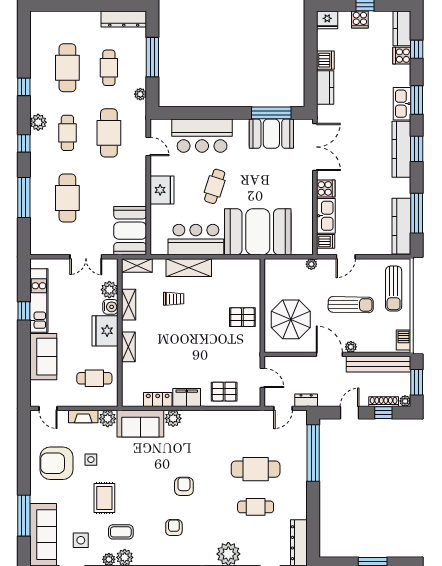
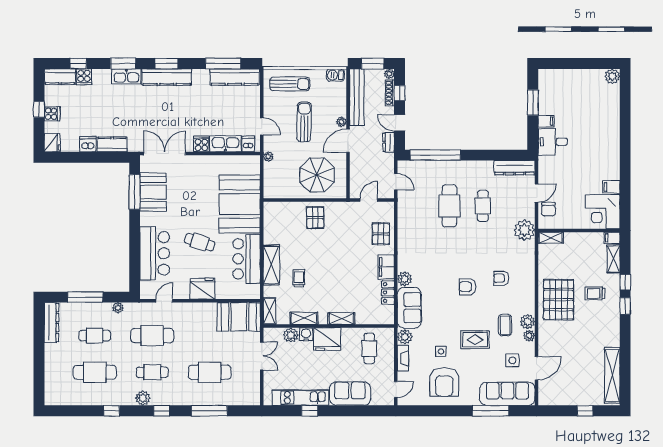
dresser: (306, 400) -> (389, 142), moved
armchair: (184, 486) -> (468, 287), moved

